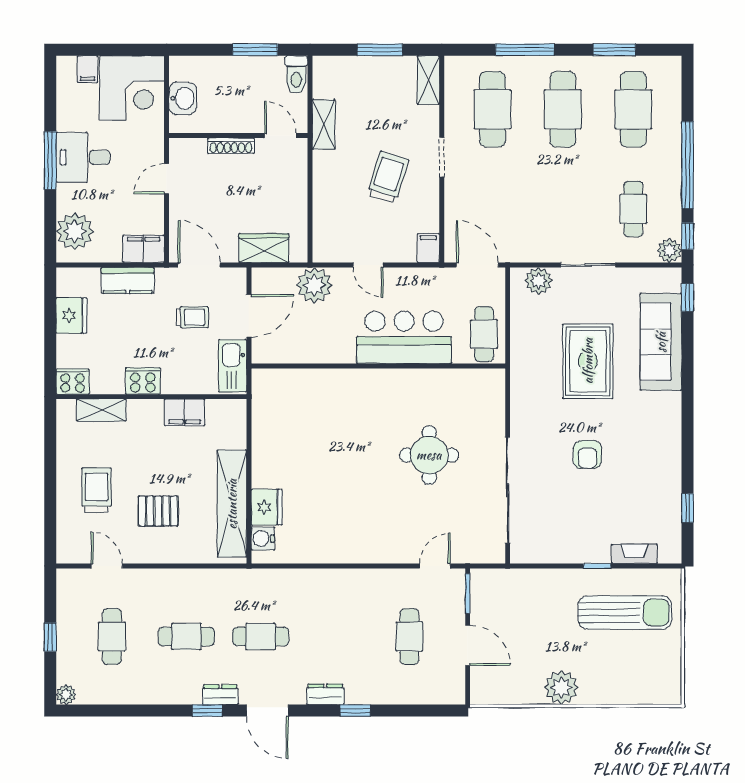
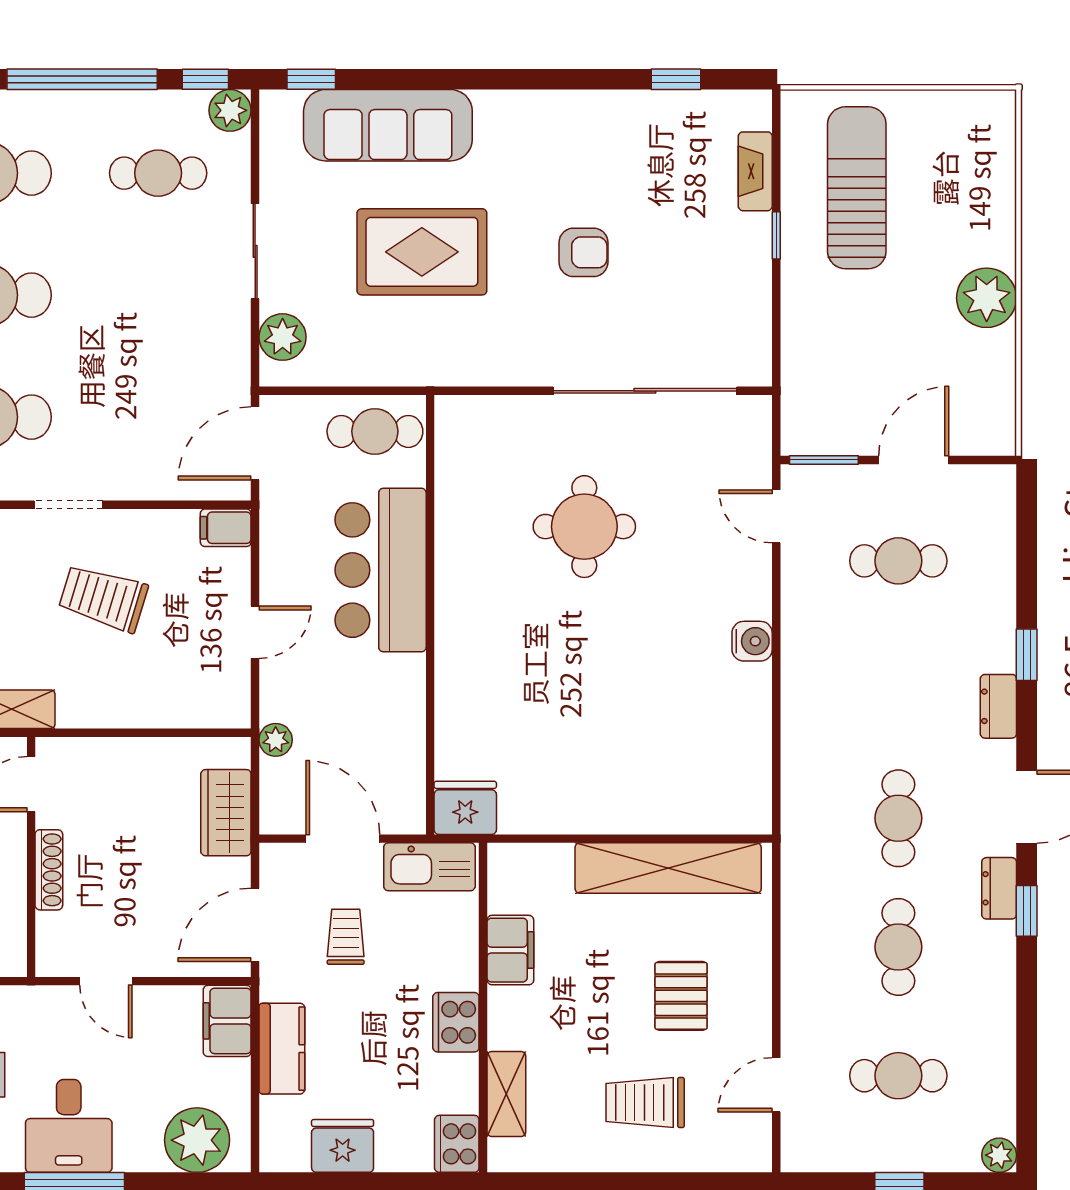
plant: (314, 285) -> (276, 740), width x0.53, depth x0.53
fridge: (267, 507) -> (465, 808), moved
water cooler: (263, 538) -> (752, 641), moved, turned -90

